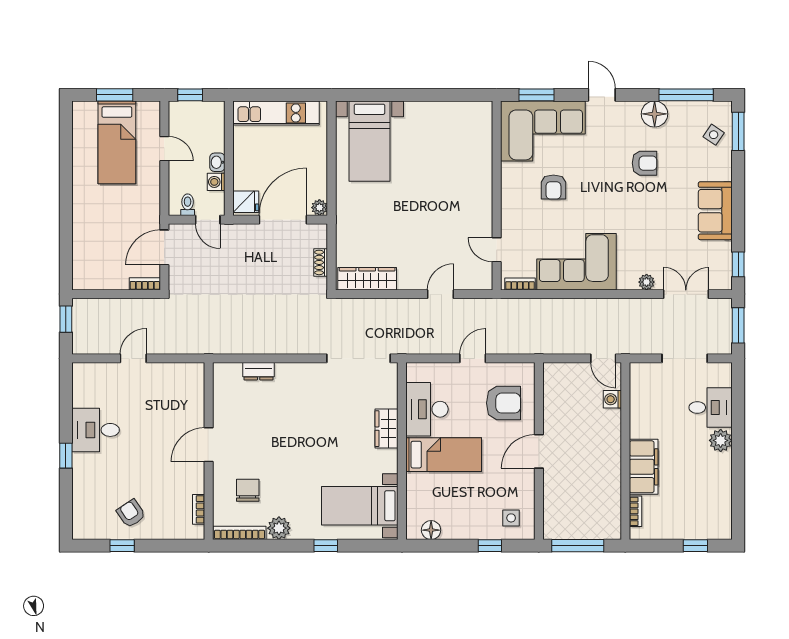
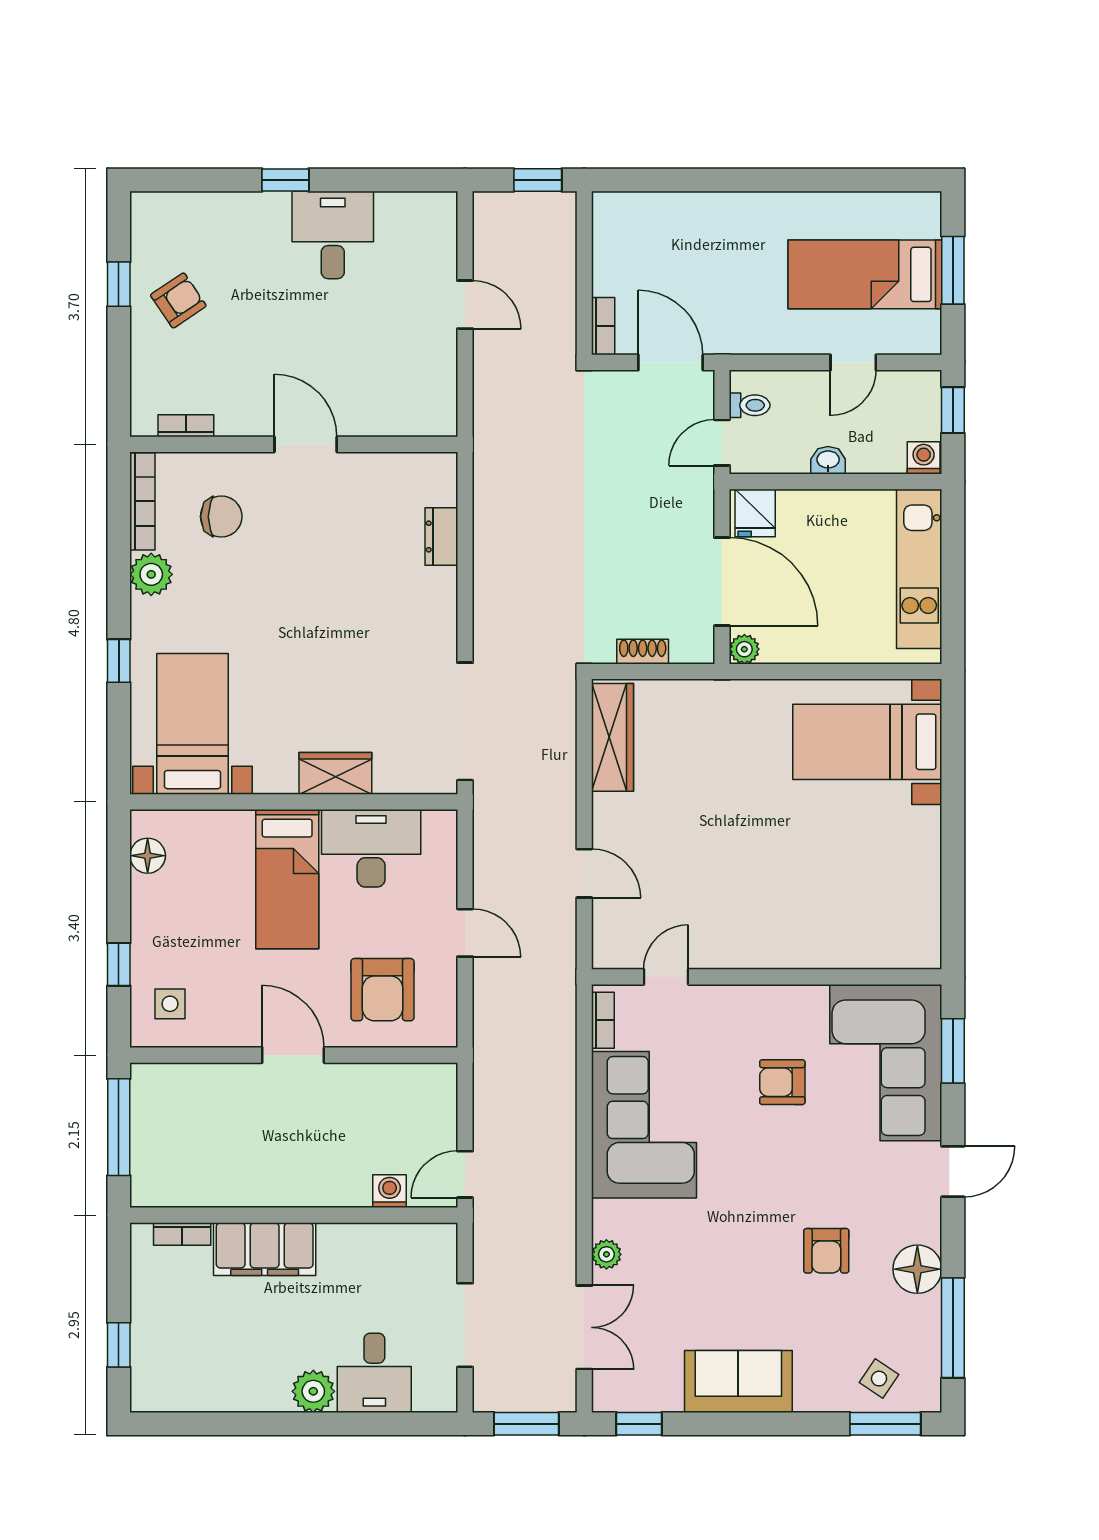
washing machine: (216, 182) -> (924, 458), moved

